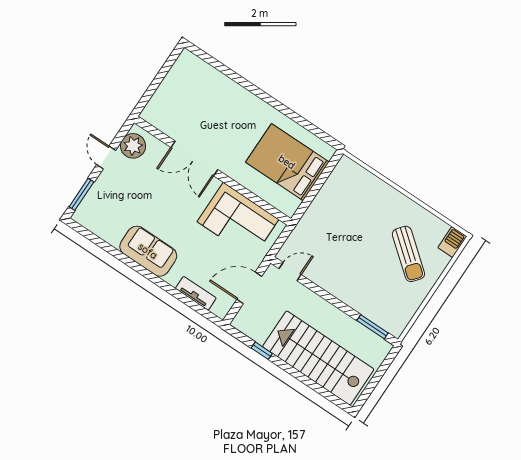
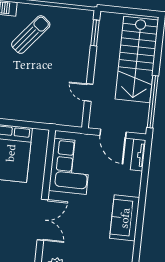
door: (290, 272) -> (89, 93), moved
tv unit: (196, 293) -> (138, 155), moved
window: (262, 351) -> (153, 102), width x3.17

